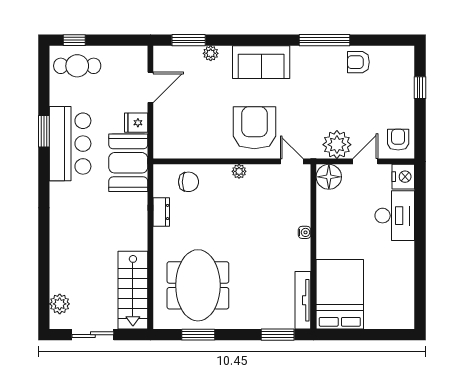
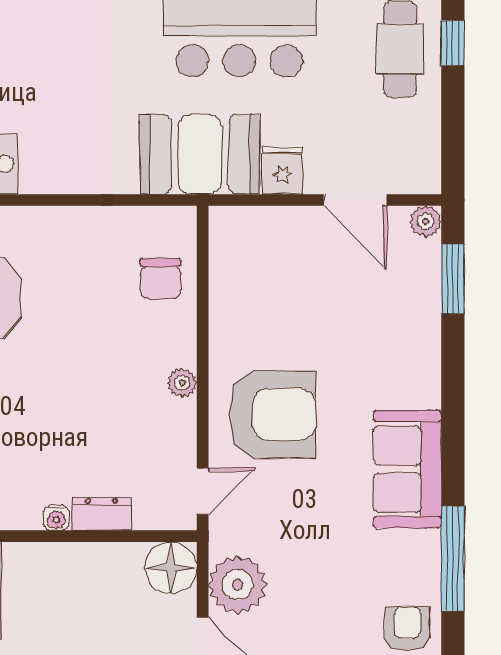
plant: (211, 53) -> (426, 221), moved
sofa: (261, 62) -> (407, 469), moved
dresser: (161, 212) -> (102, 514), moved, turned 180

